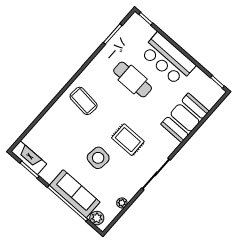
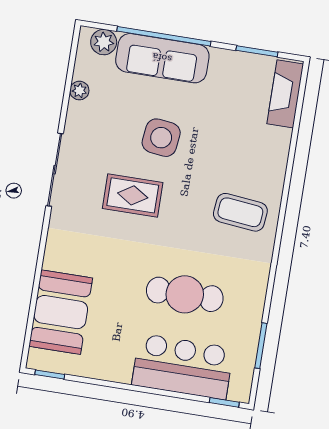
bar counter: (168, 59) -> (183, 367), moved
booth: (185, 118) -> (61, 312), moved
fireplace: (29, 158) -> (285, 94), moved, turned 90

